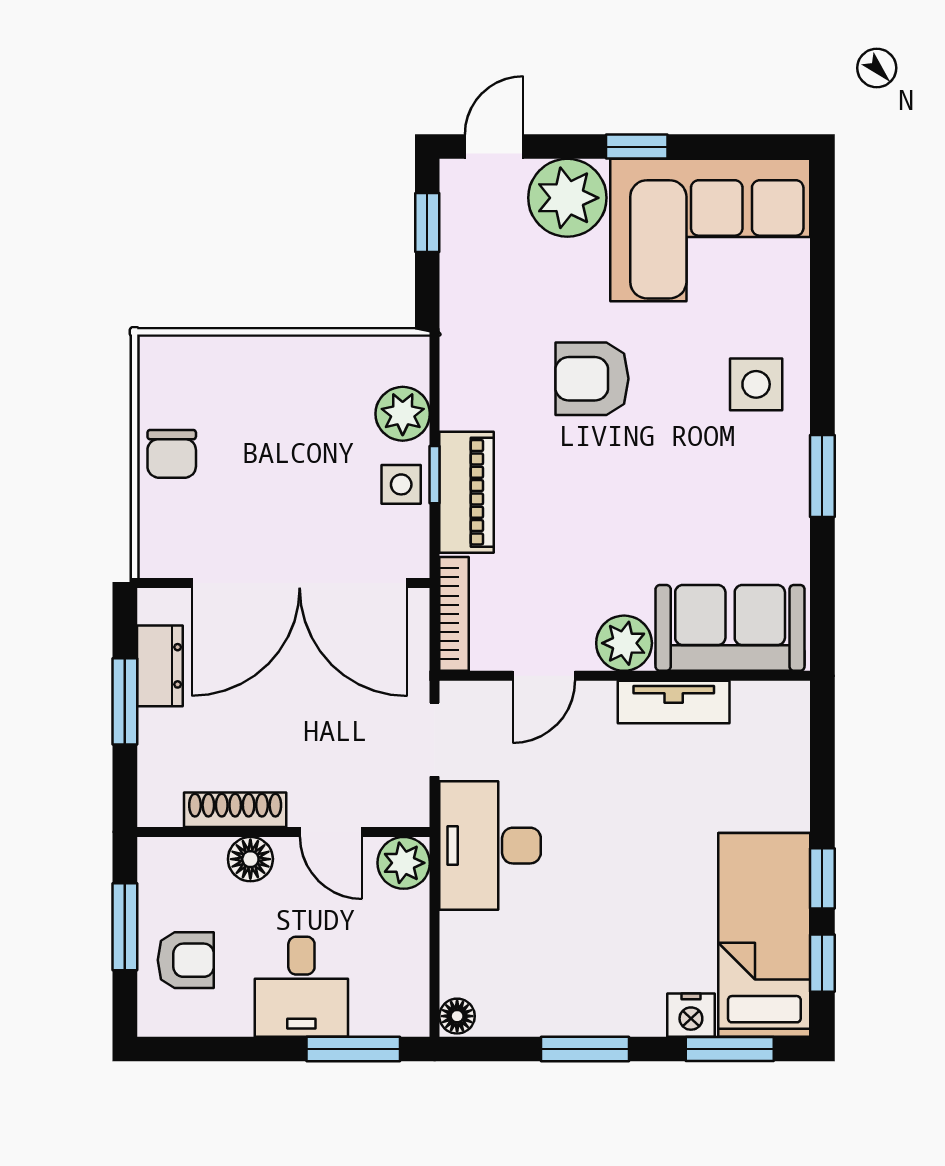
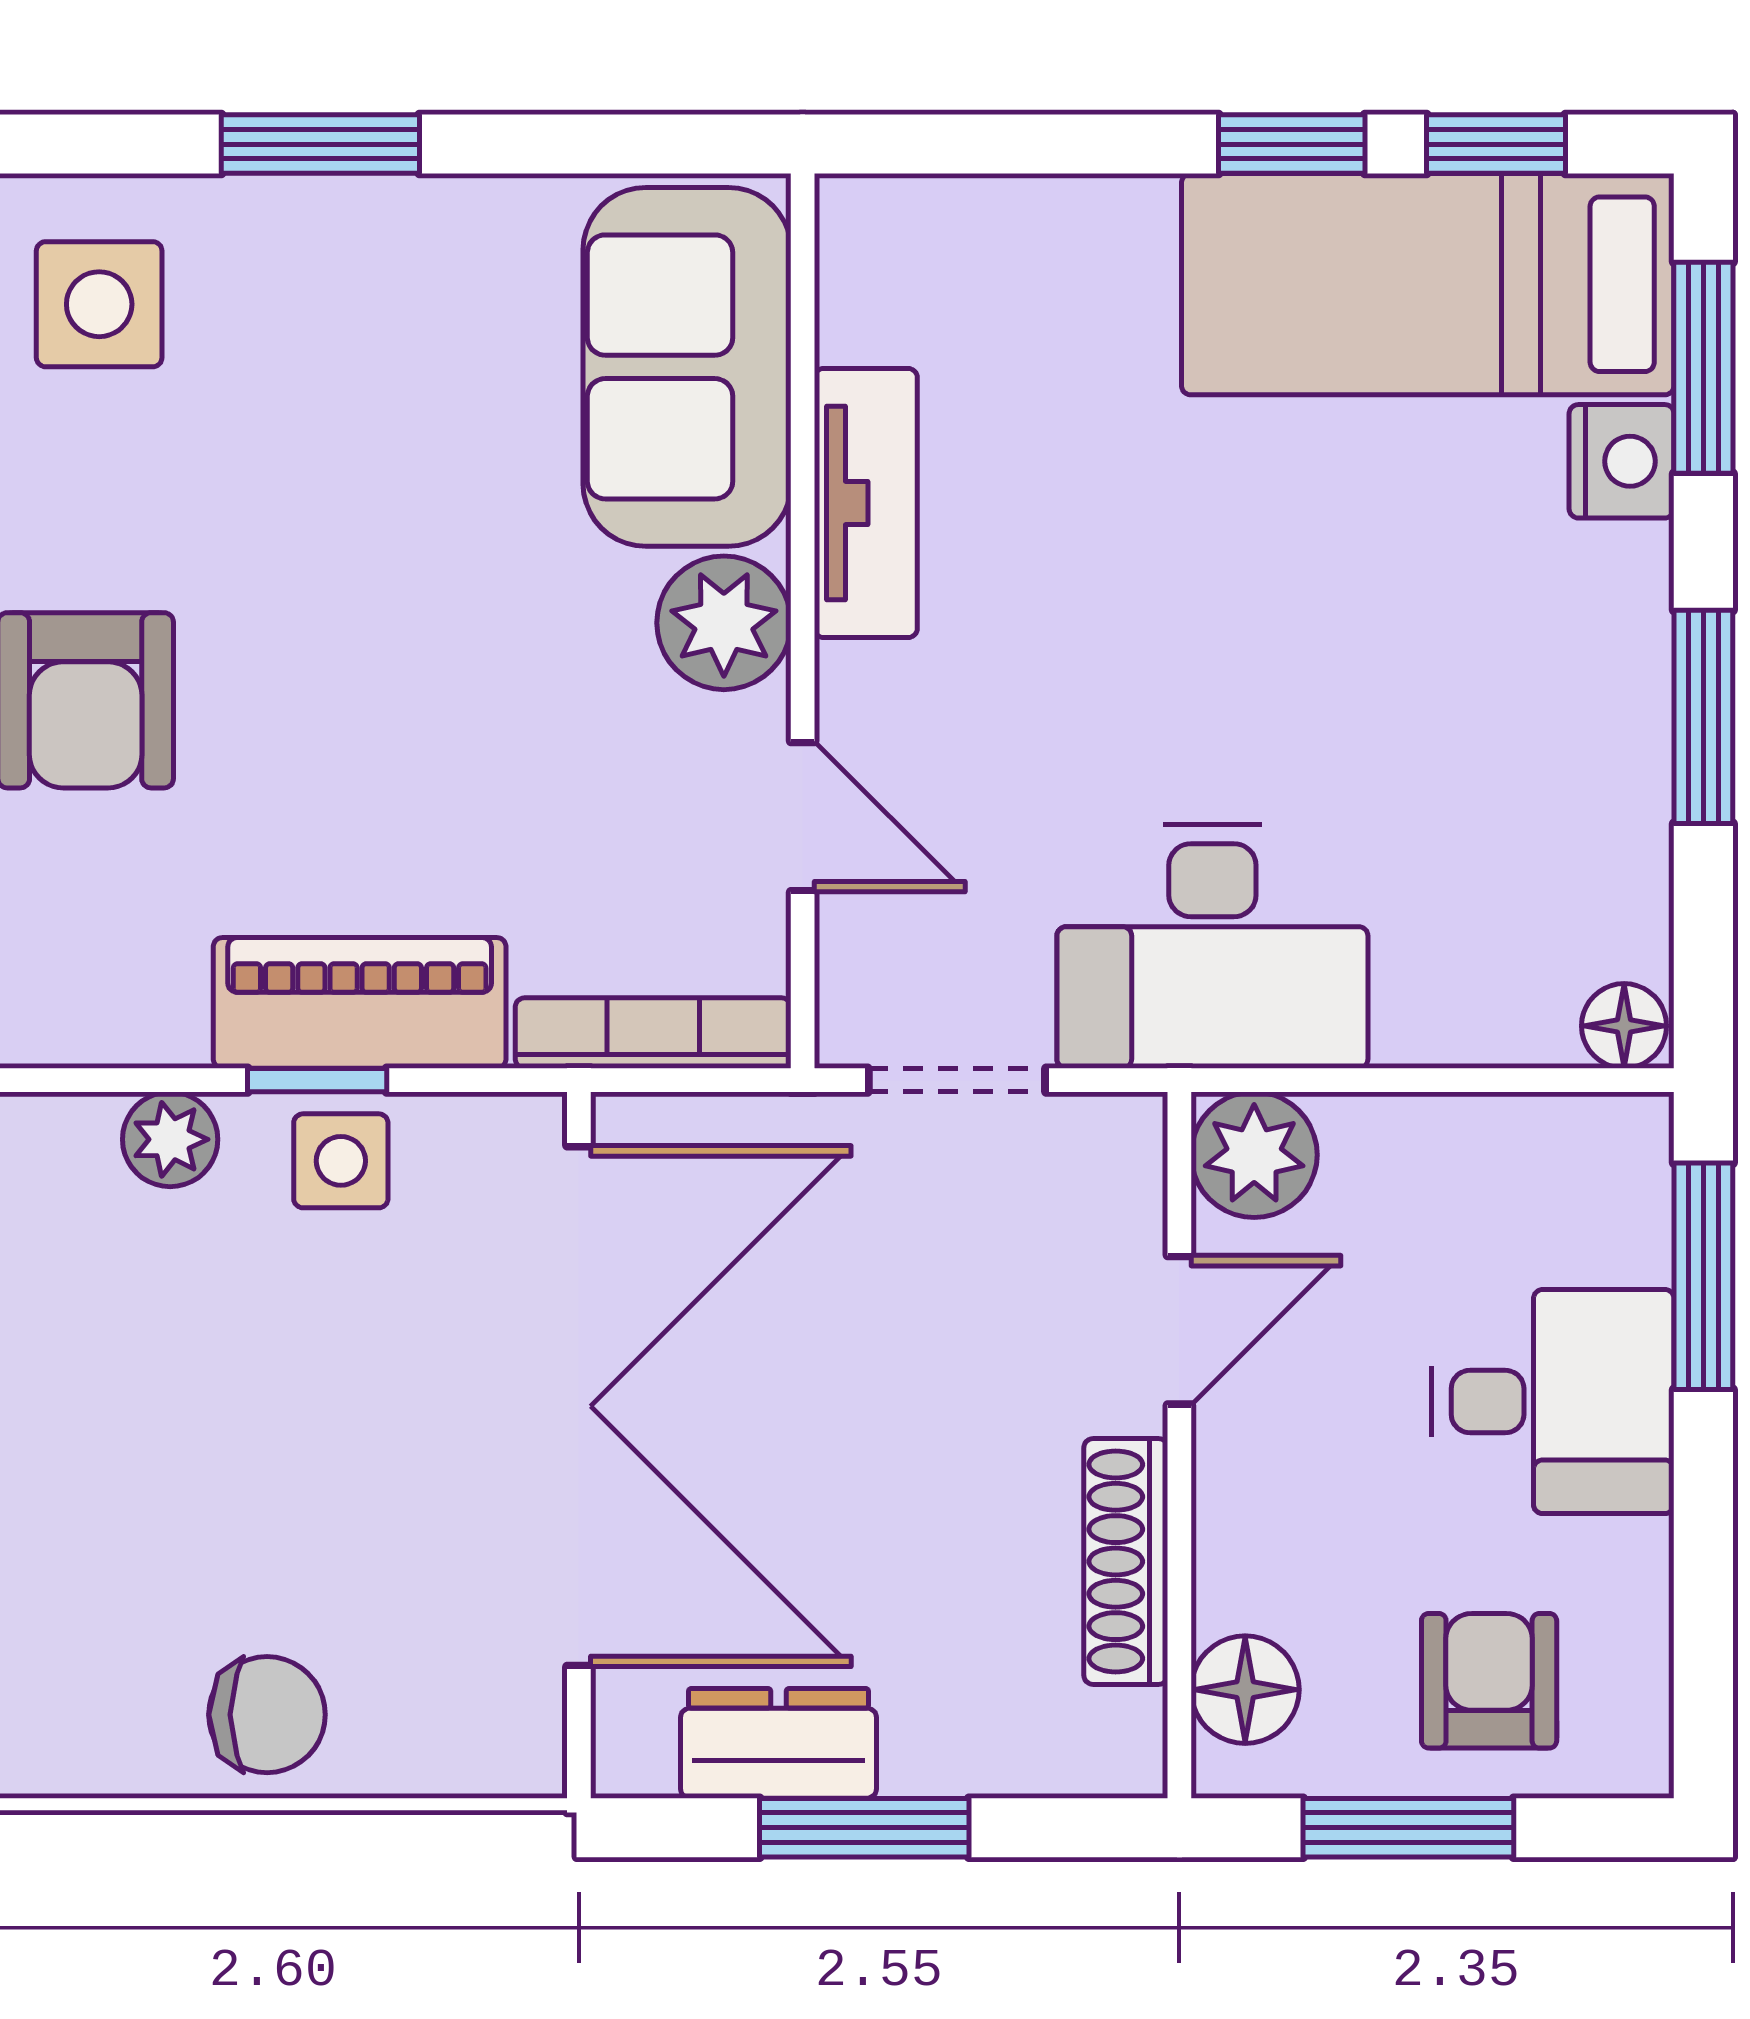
plant: (403, 414) -> (170, 1139), width x0.73, depth x0.73
floor lamp: (250, 859) -> (1245, 1690), moved

